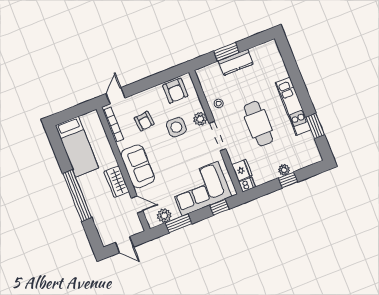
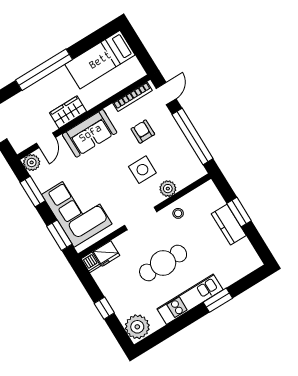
window: (156, 80) -> (193, 137), added
armchair: (175, 91) -> (184, 161), removed
door: (115, 96) -> (166, 94), hinge flipped
plant: (200, 119) -> (168, 189), moved
armchair: (144, 121) -> (143, 132), turned 96
window: (315, 126) -> (218, 300), moved
plant: (284, 170) -> (137, 327), moved, width x1.87, depth x1.87
window: (219, 207) -> (59, 235), width x1.50
plant: (164, 216) -> (32, 162), moved

